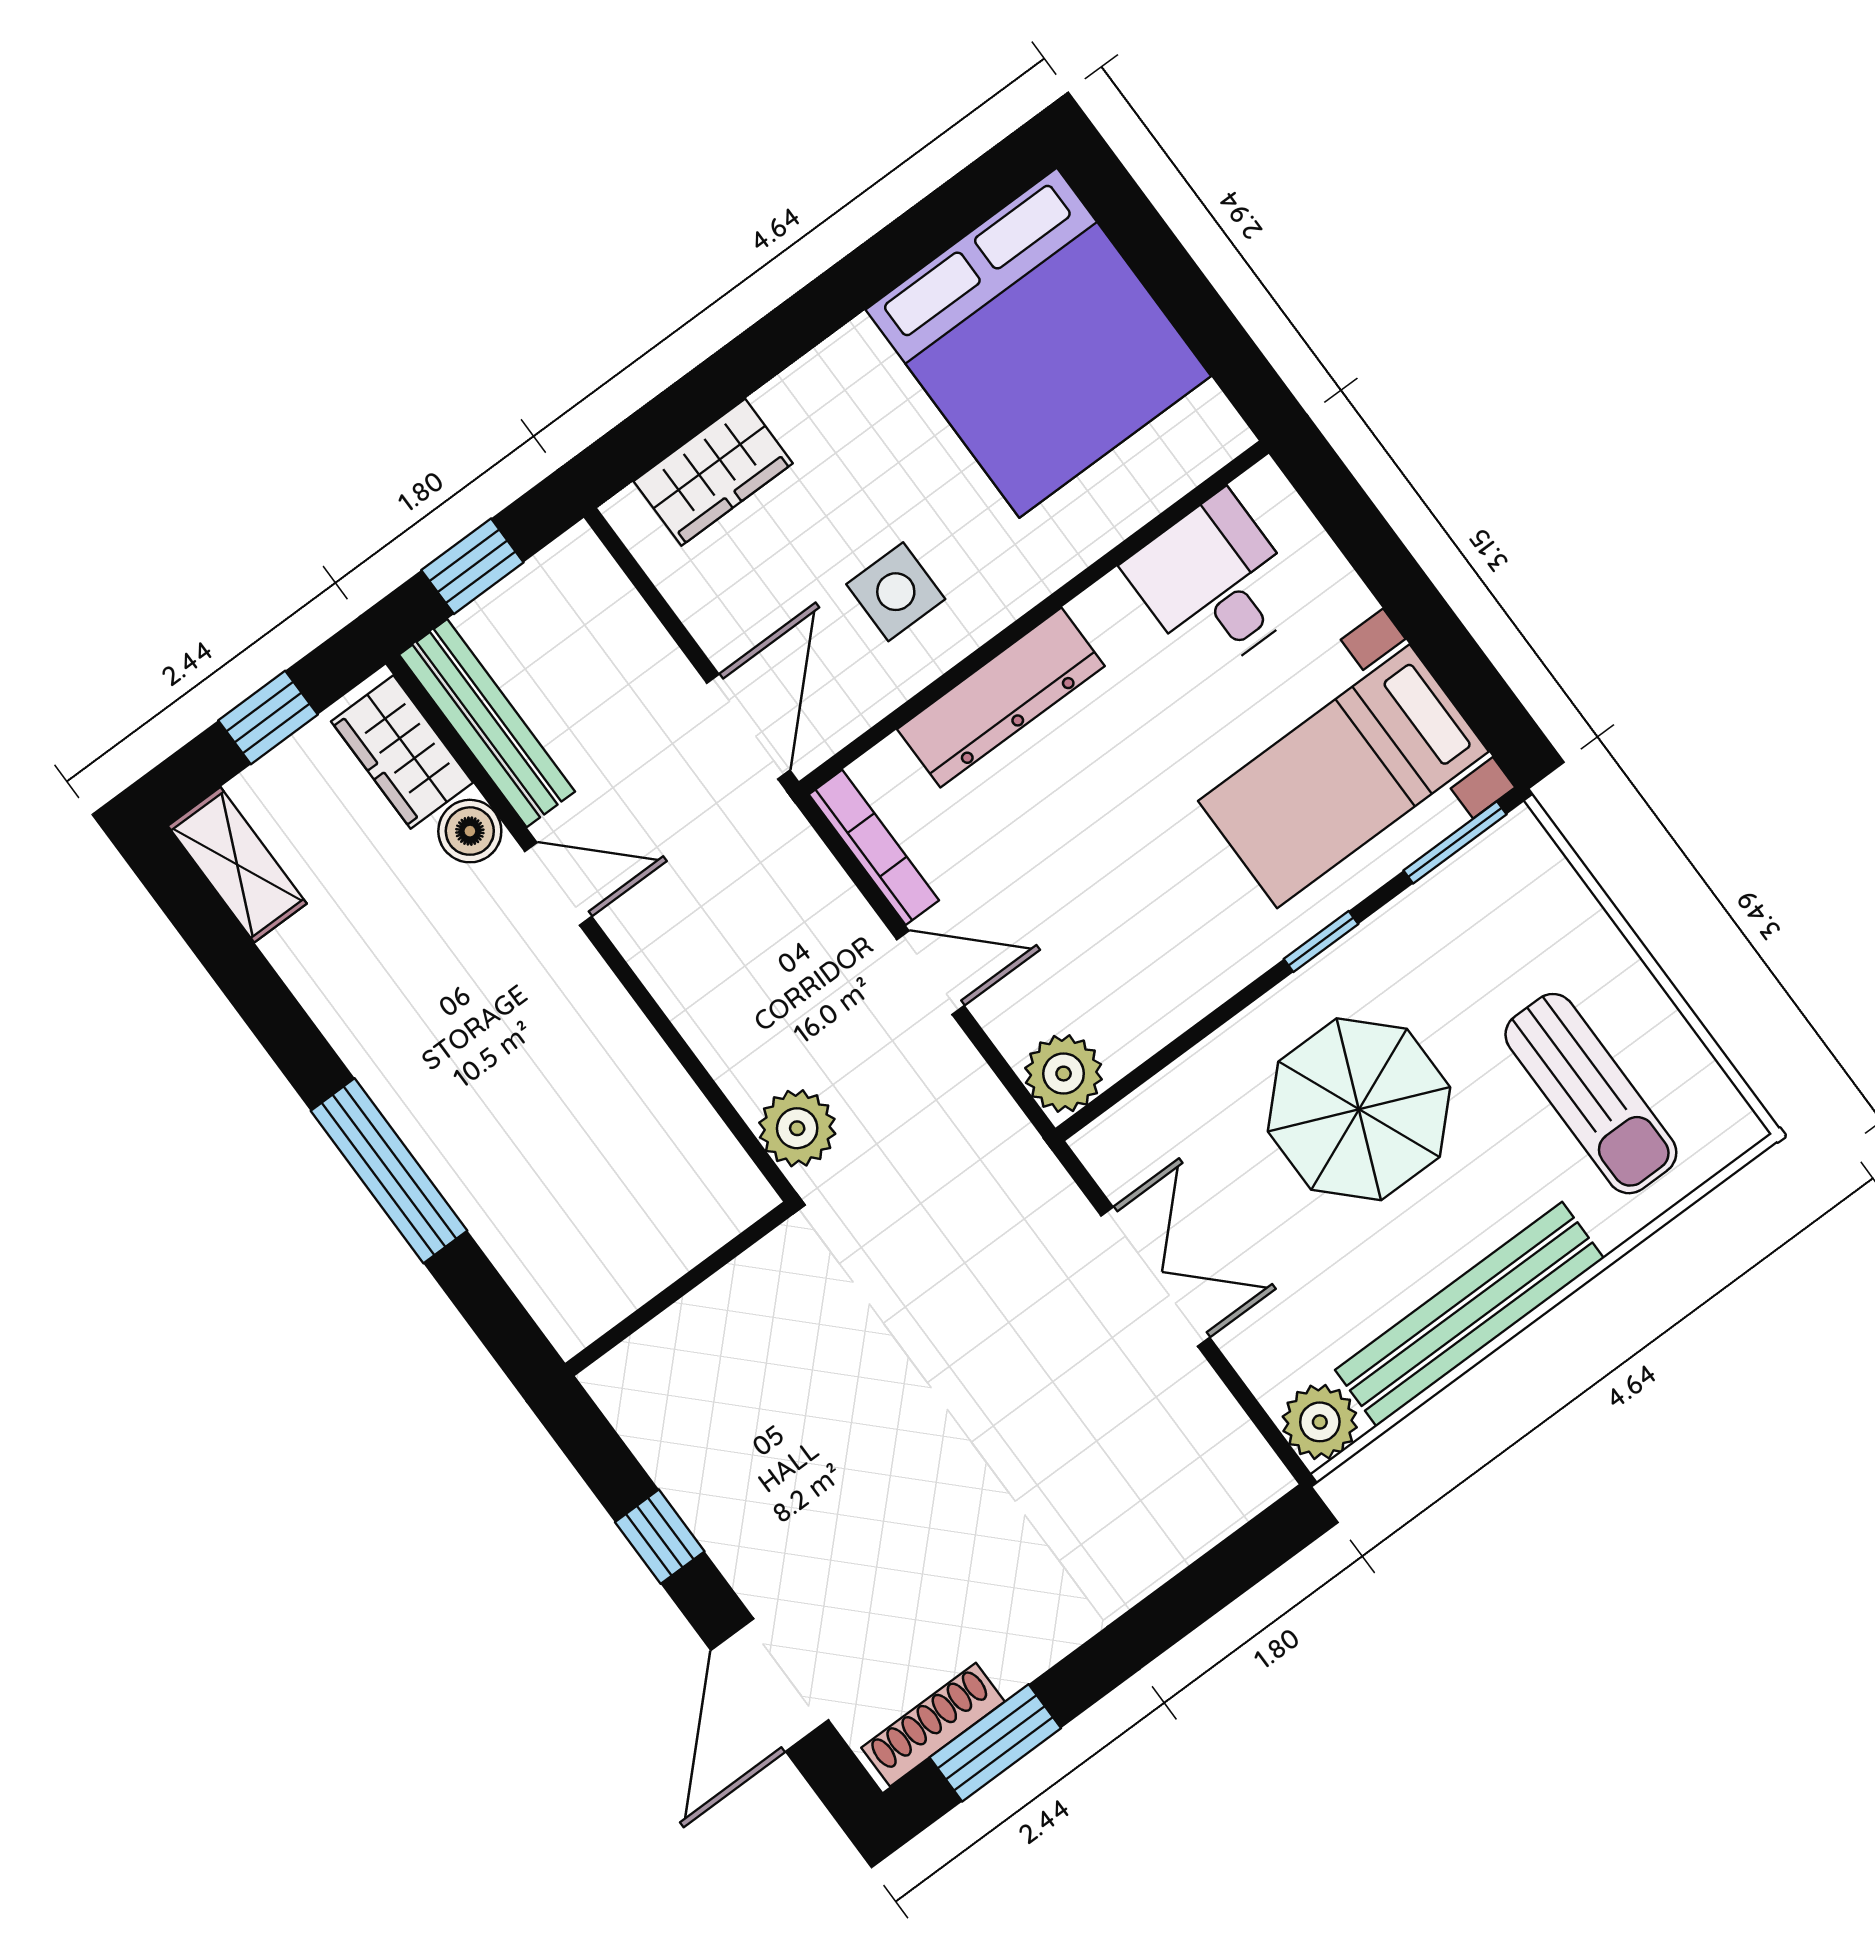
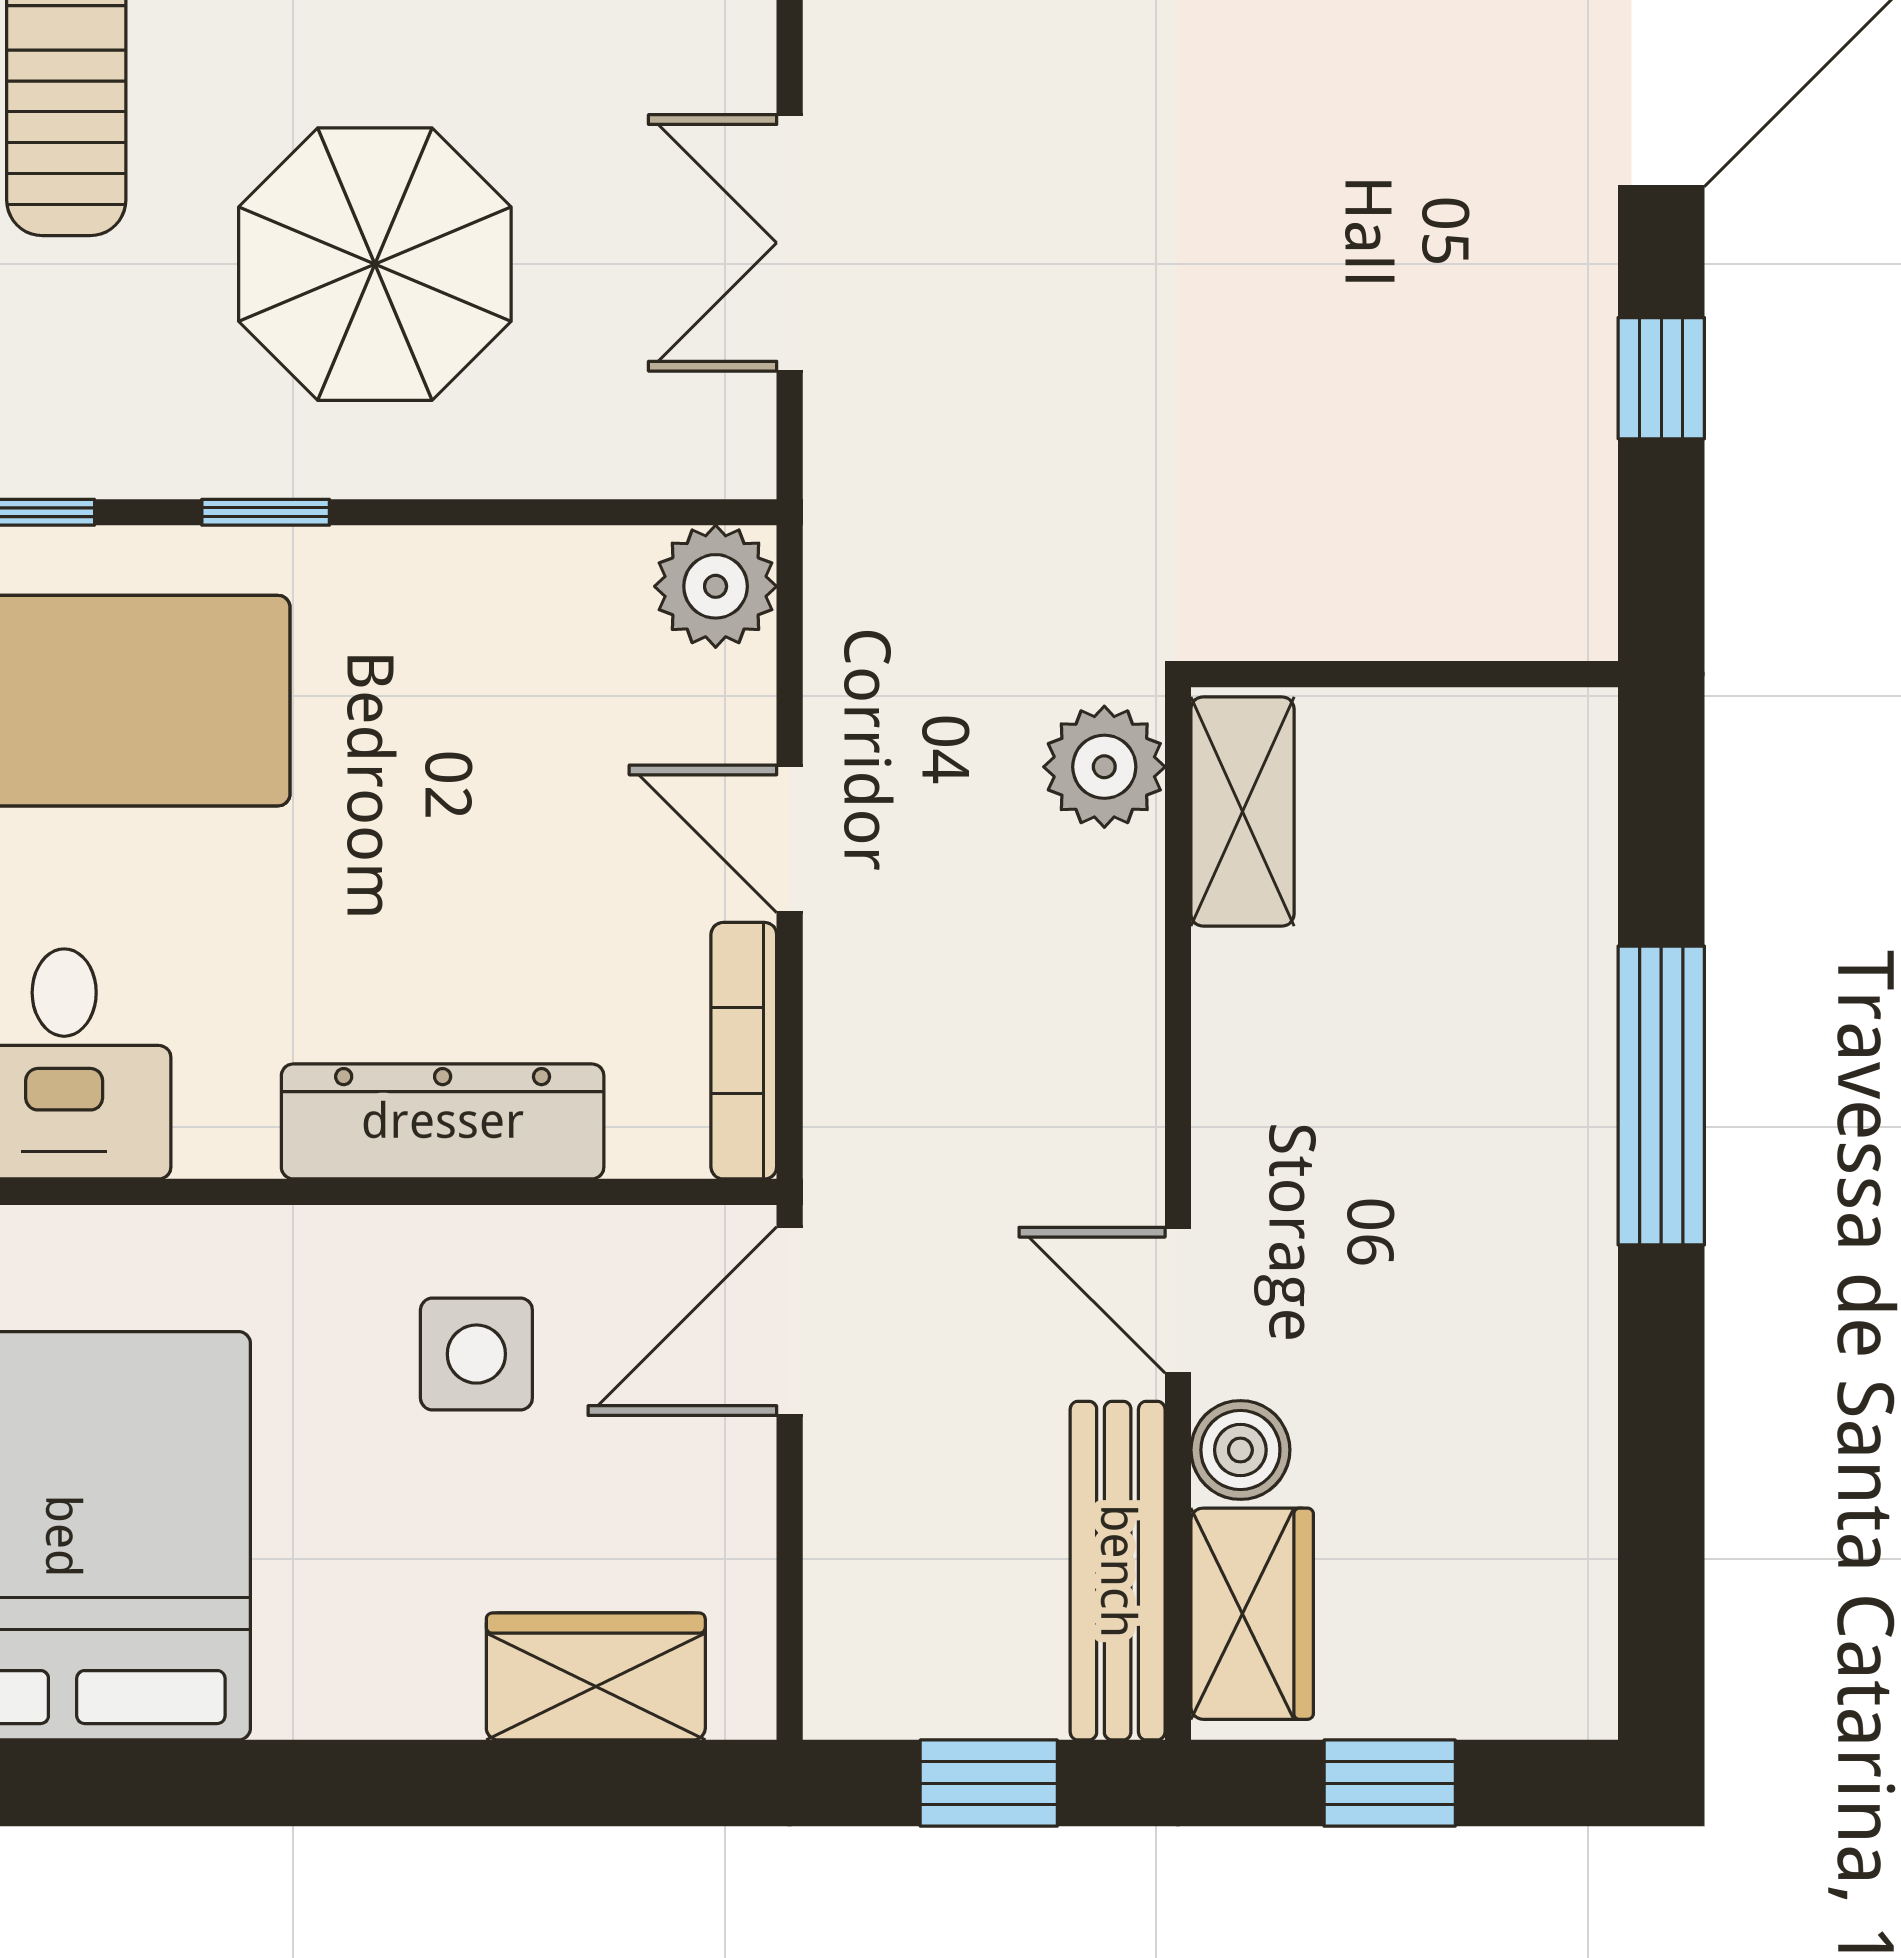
shelving: (237, 865) -> (1242, 811), moved

